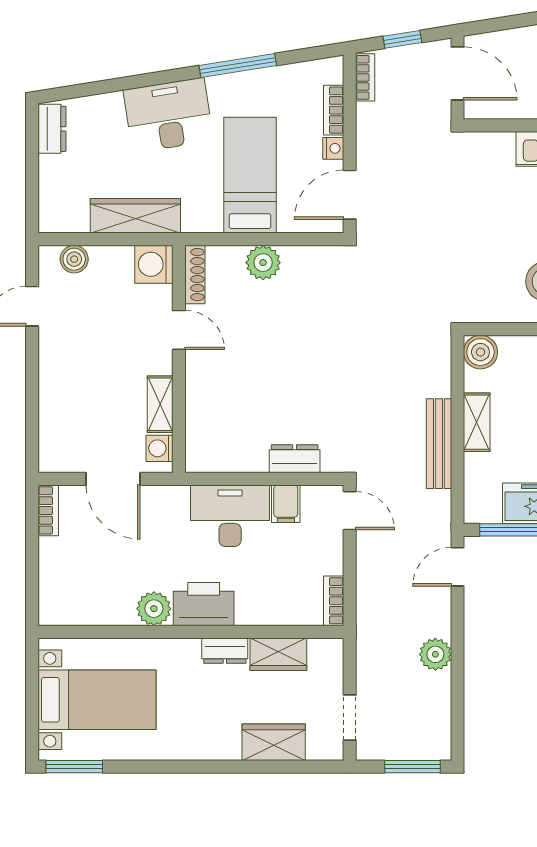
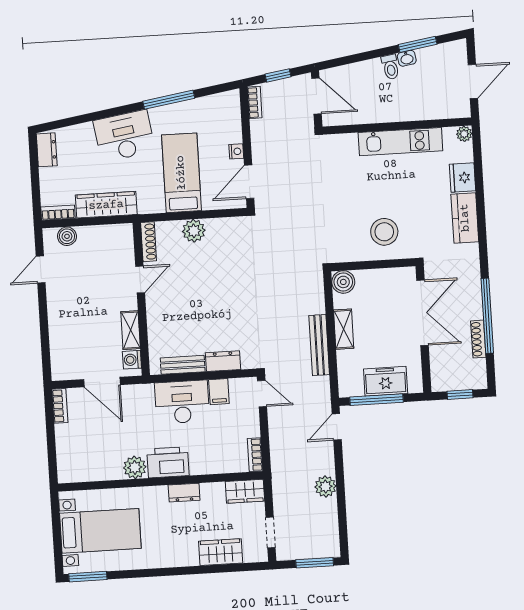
bookcase: (334, 110) -> (58, 213), moved, turned 90
washing machine: (154, 264) -> (121, 236), removed
door: (179, 330) -> (140, 279), hinge flipped
bench: (234, 461) -> (183, 365), added
wardrobe: (278, 654) -> (245, 491), moved

